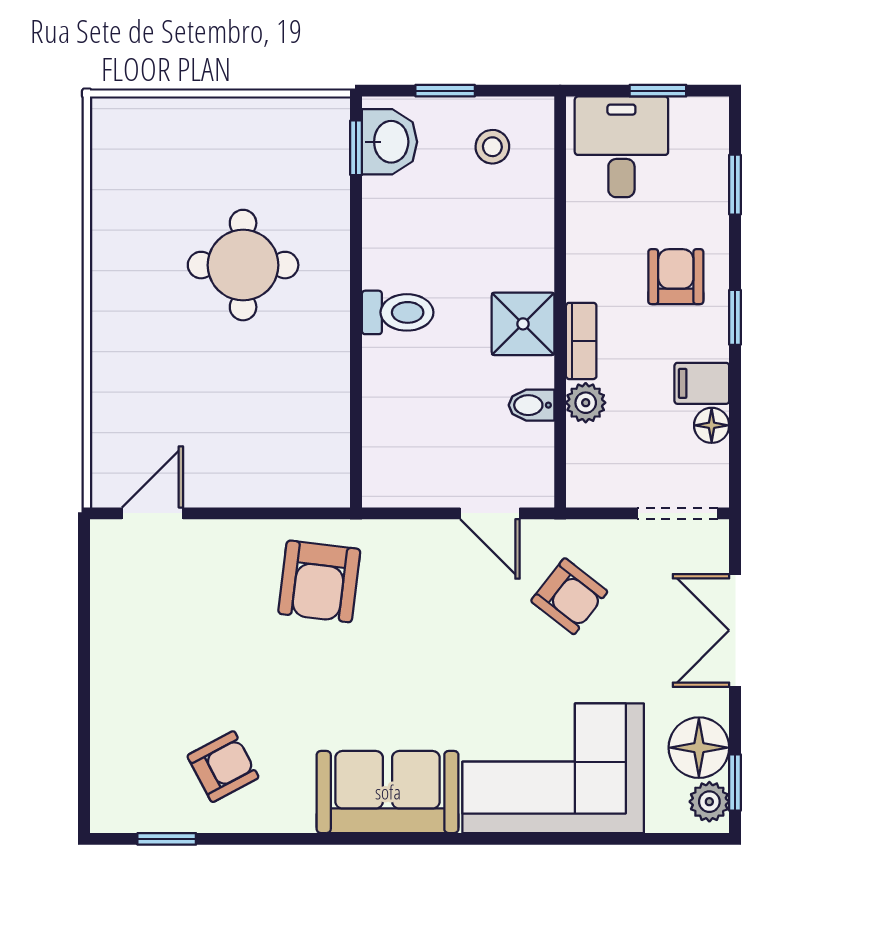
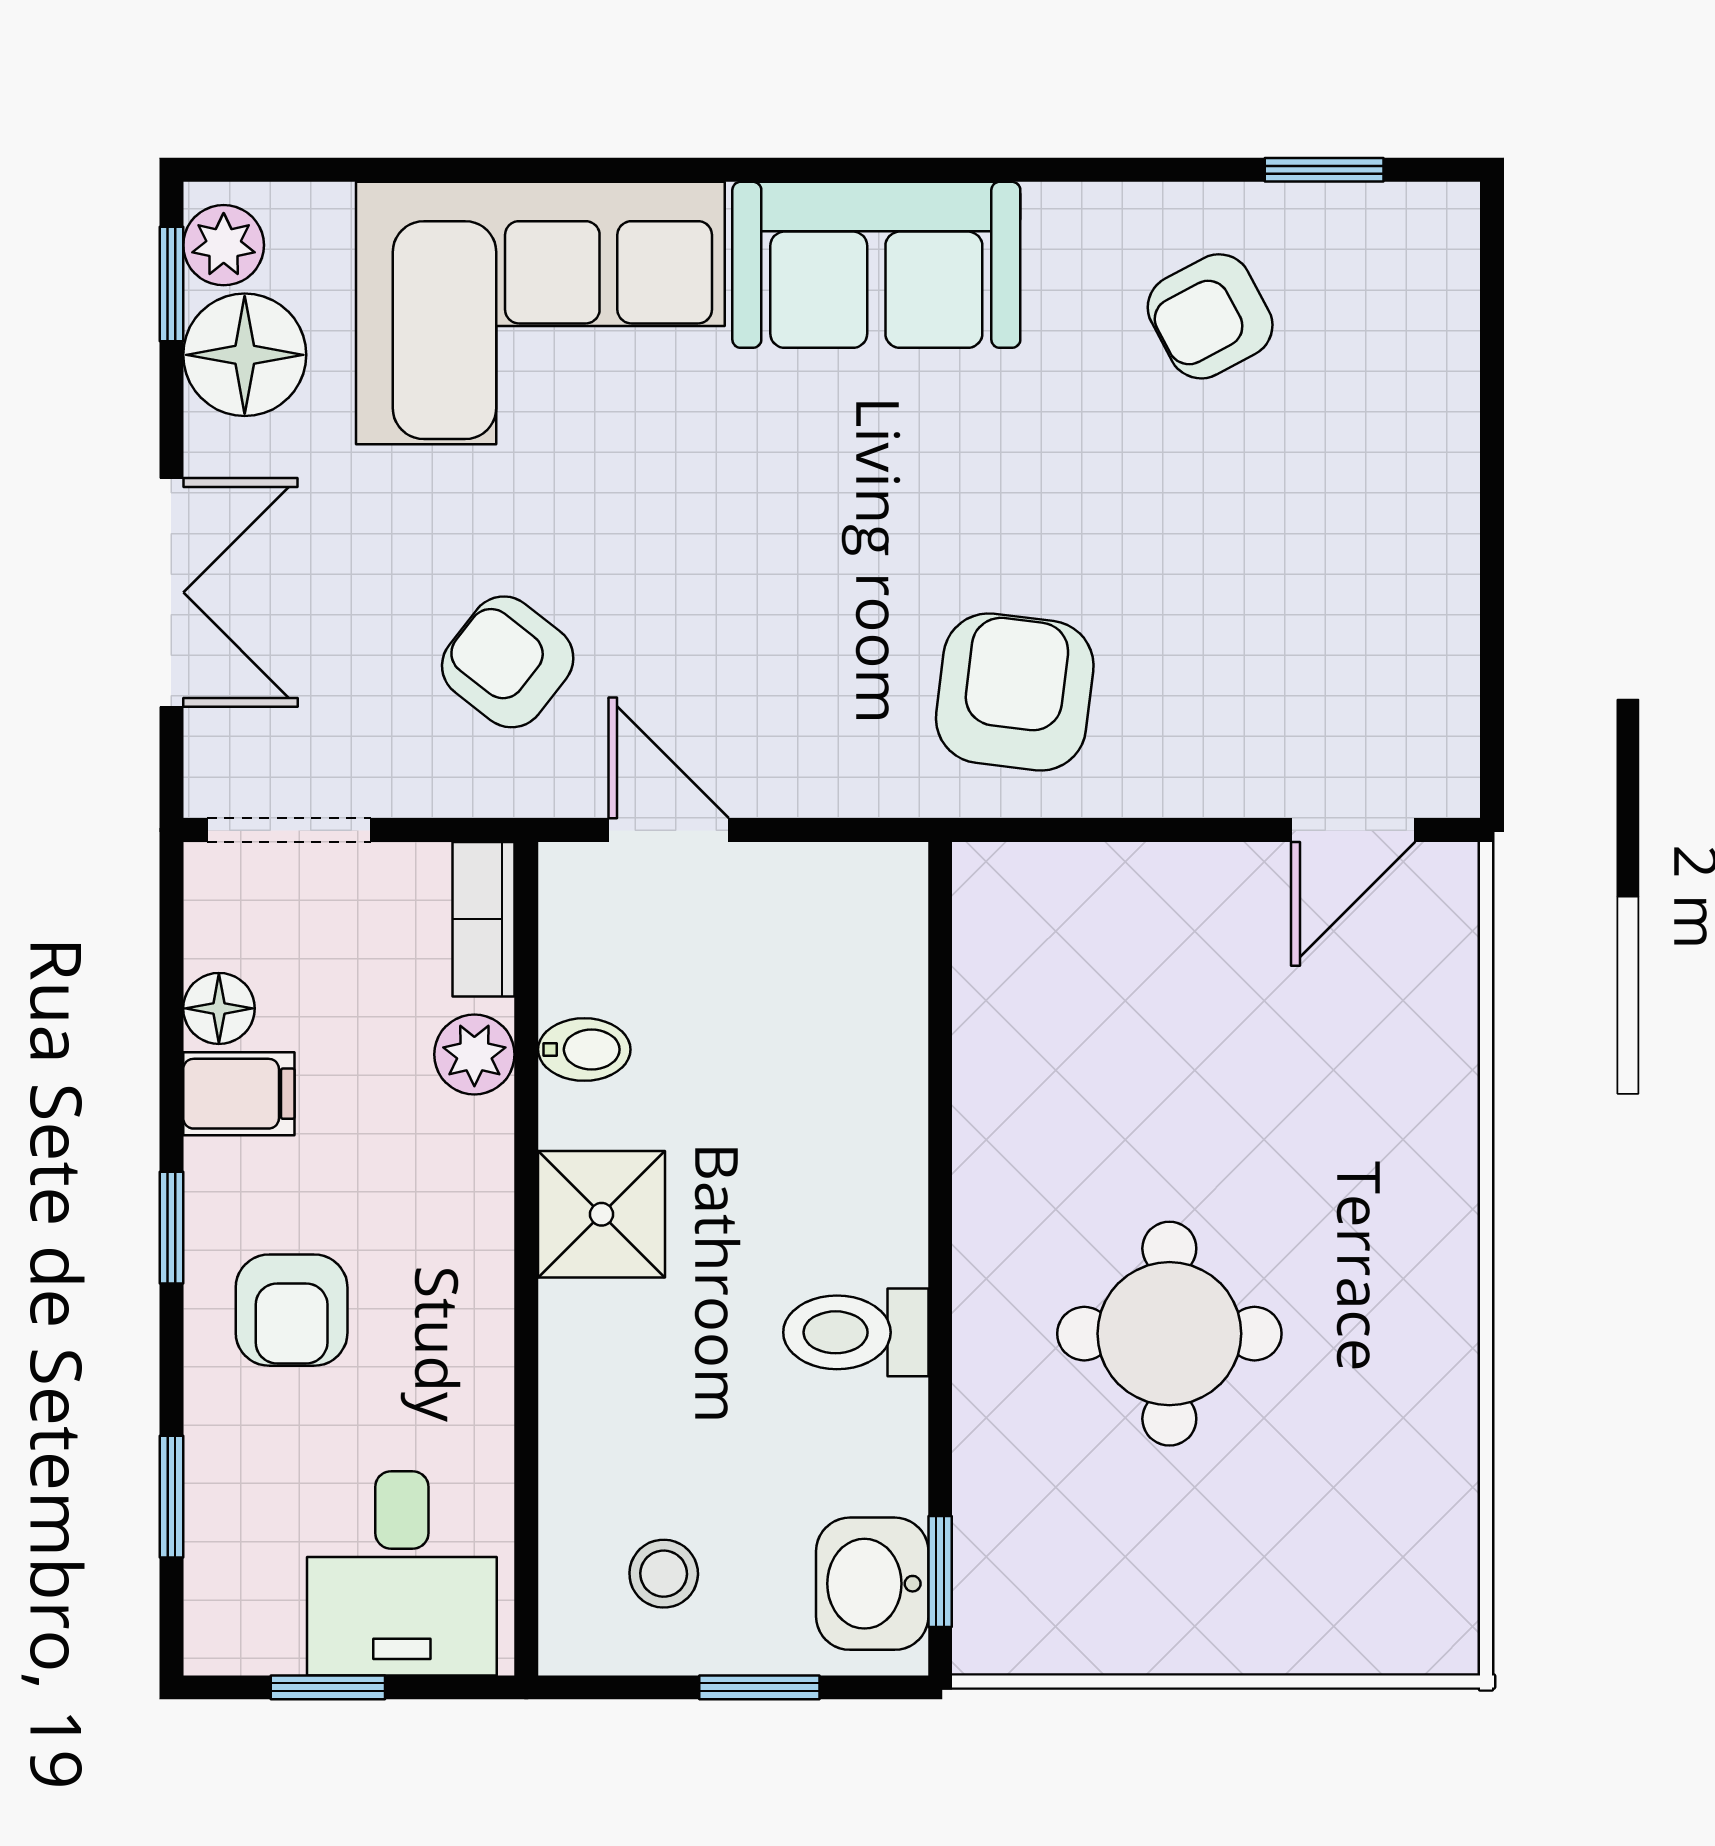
toilet: (398, 312) -> (856, 1332), moved
bookcase: (581, 341) -> (483, 919), moved

